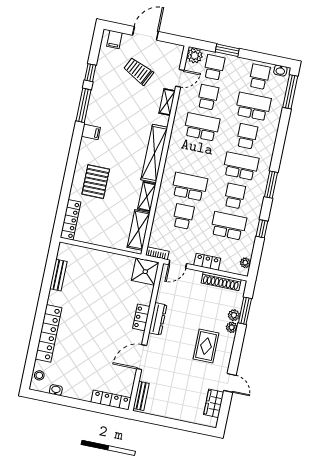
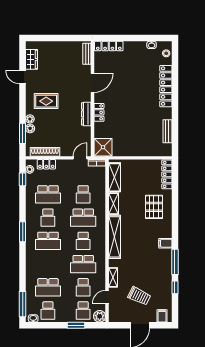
school desk: (247, 136) -> (83, 241), moved
window: (262, 229) -> (23, 179), moved
locker: (207, 262) -> (46, 164), moved
rug: (206, 346) -> (46, 101), turned 90

